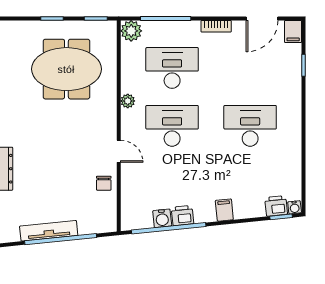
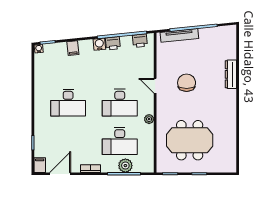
plant: (131, 31) -> (125, 166), moved
chair: (104, 183) -> (187, 83), moved, width x1.87, depth x1.87
printer: (276, 206) -> (140, 41), moved
filing cabinet: (224, 210) -> (73, 48), moved
water cooler: (162, 218) -> (99, 44), moved
tv unit: (49, 231) -> (179, 35), moved

